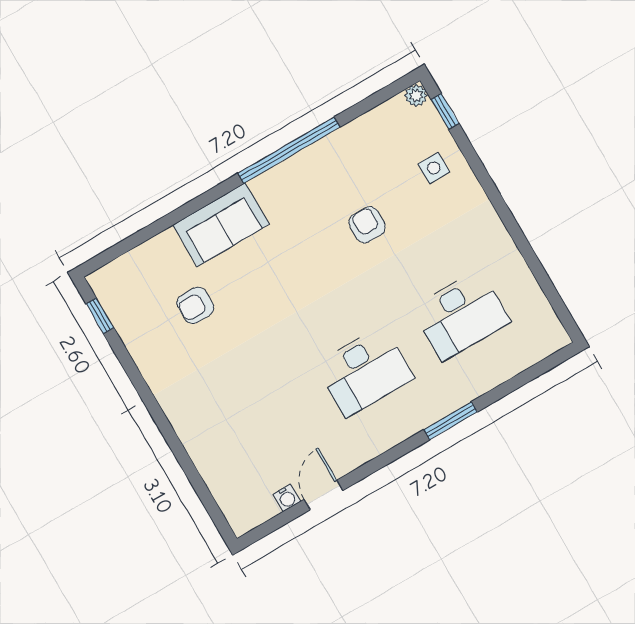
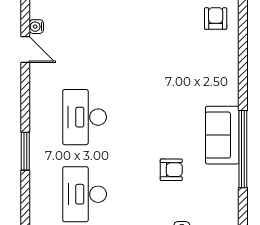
sofa: (221, 225) -> (222, 135), moved
armchair: (195, 305) -> (216, 19), moved

